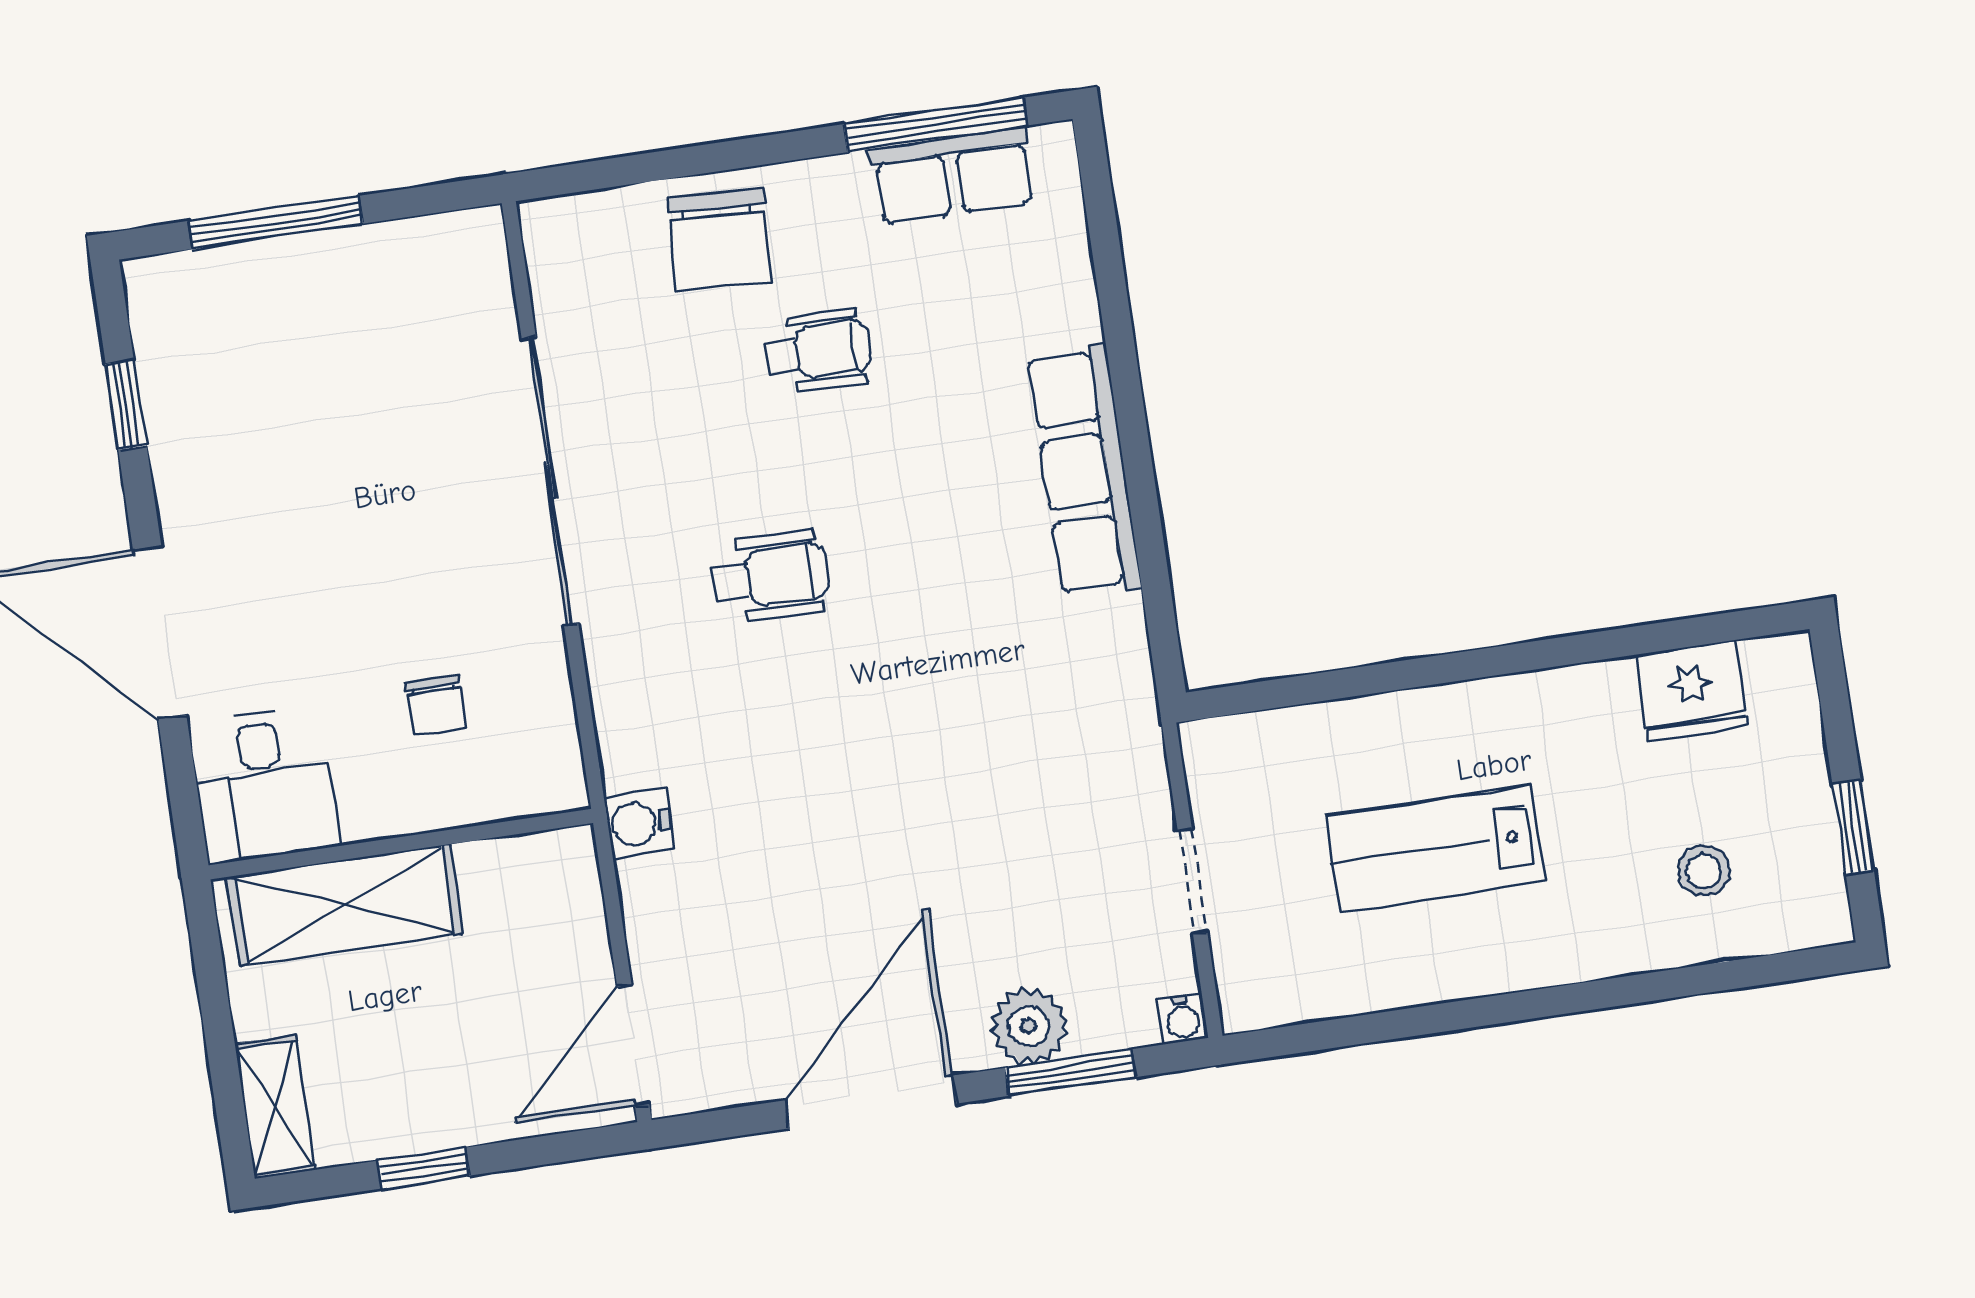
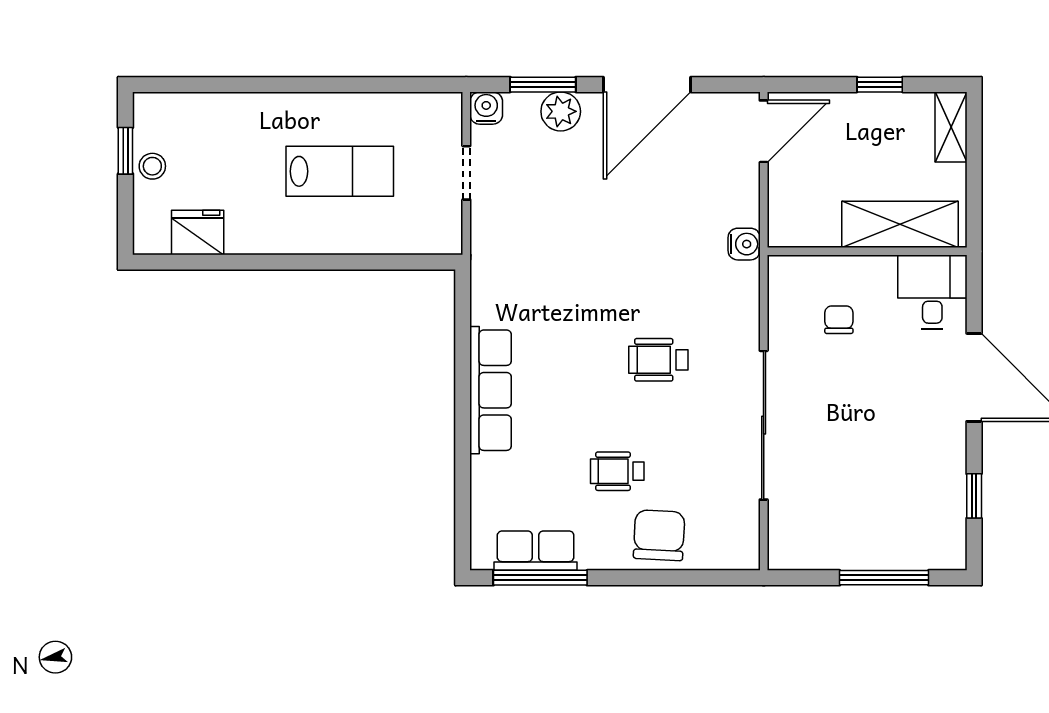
stool: (1704, 871) -> (152, 166), moved
water cooler: (1183, 1019) -> (486, 108), width x1.38, depth x1.38

